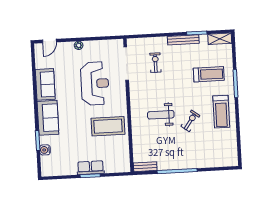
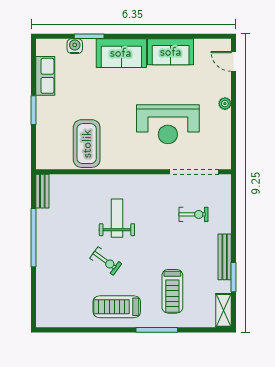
coffee table: (108, 126) -> (87, 144), moved
row of seats: (91, 168) -> (45, 76), moved

